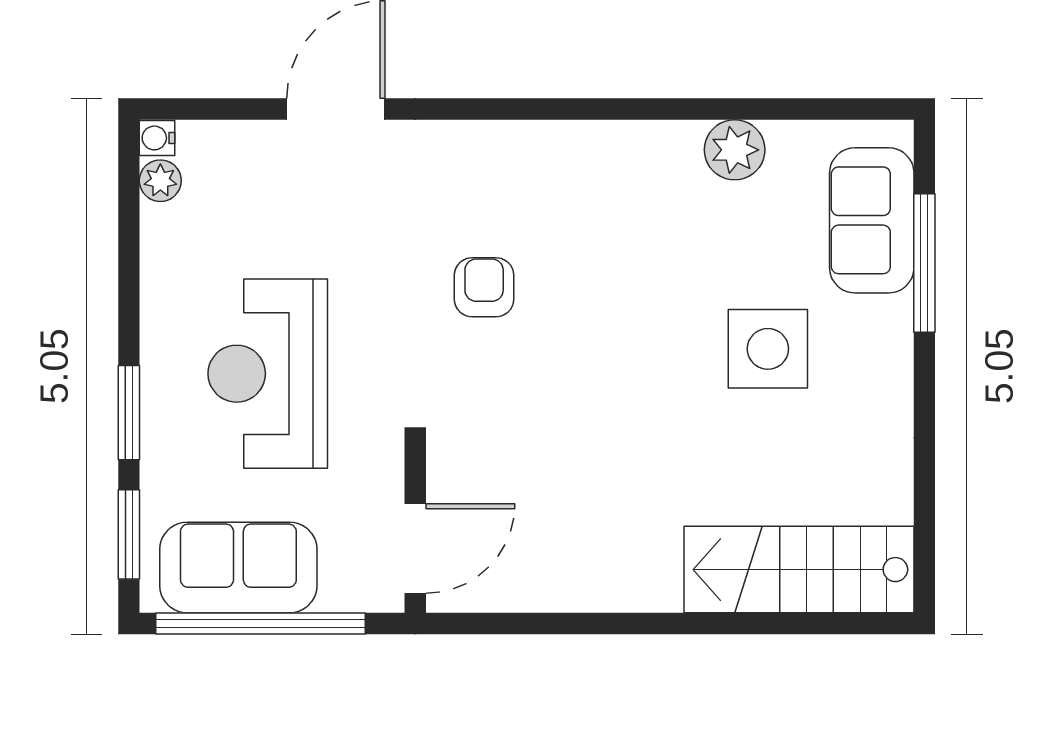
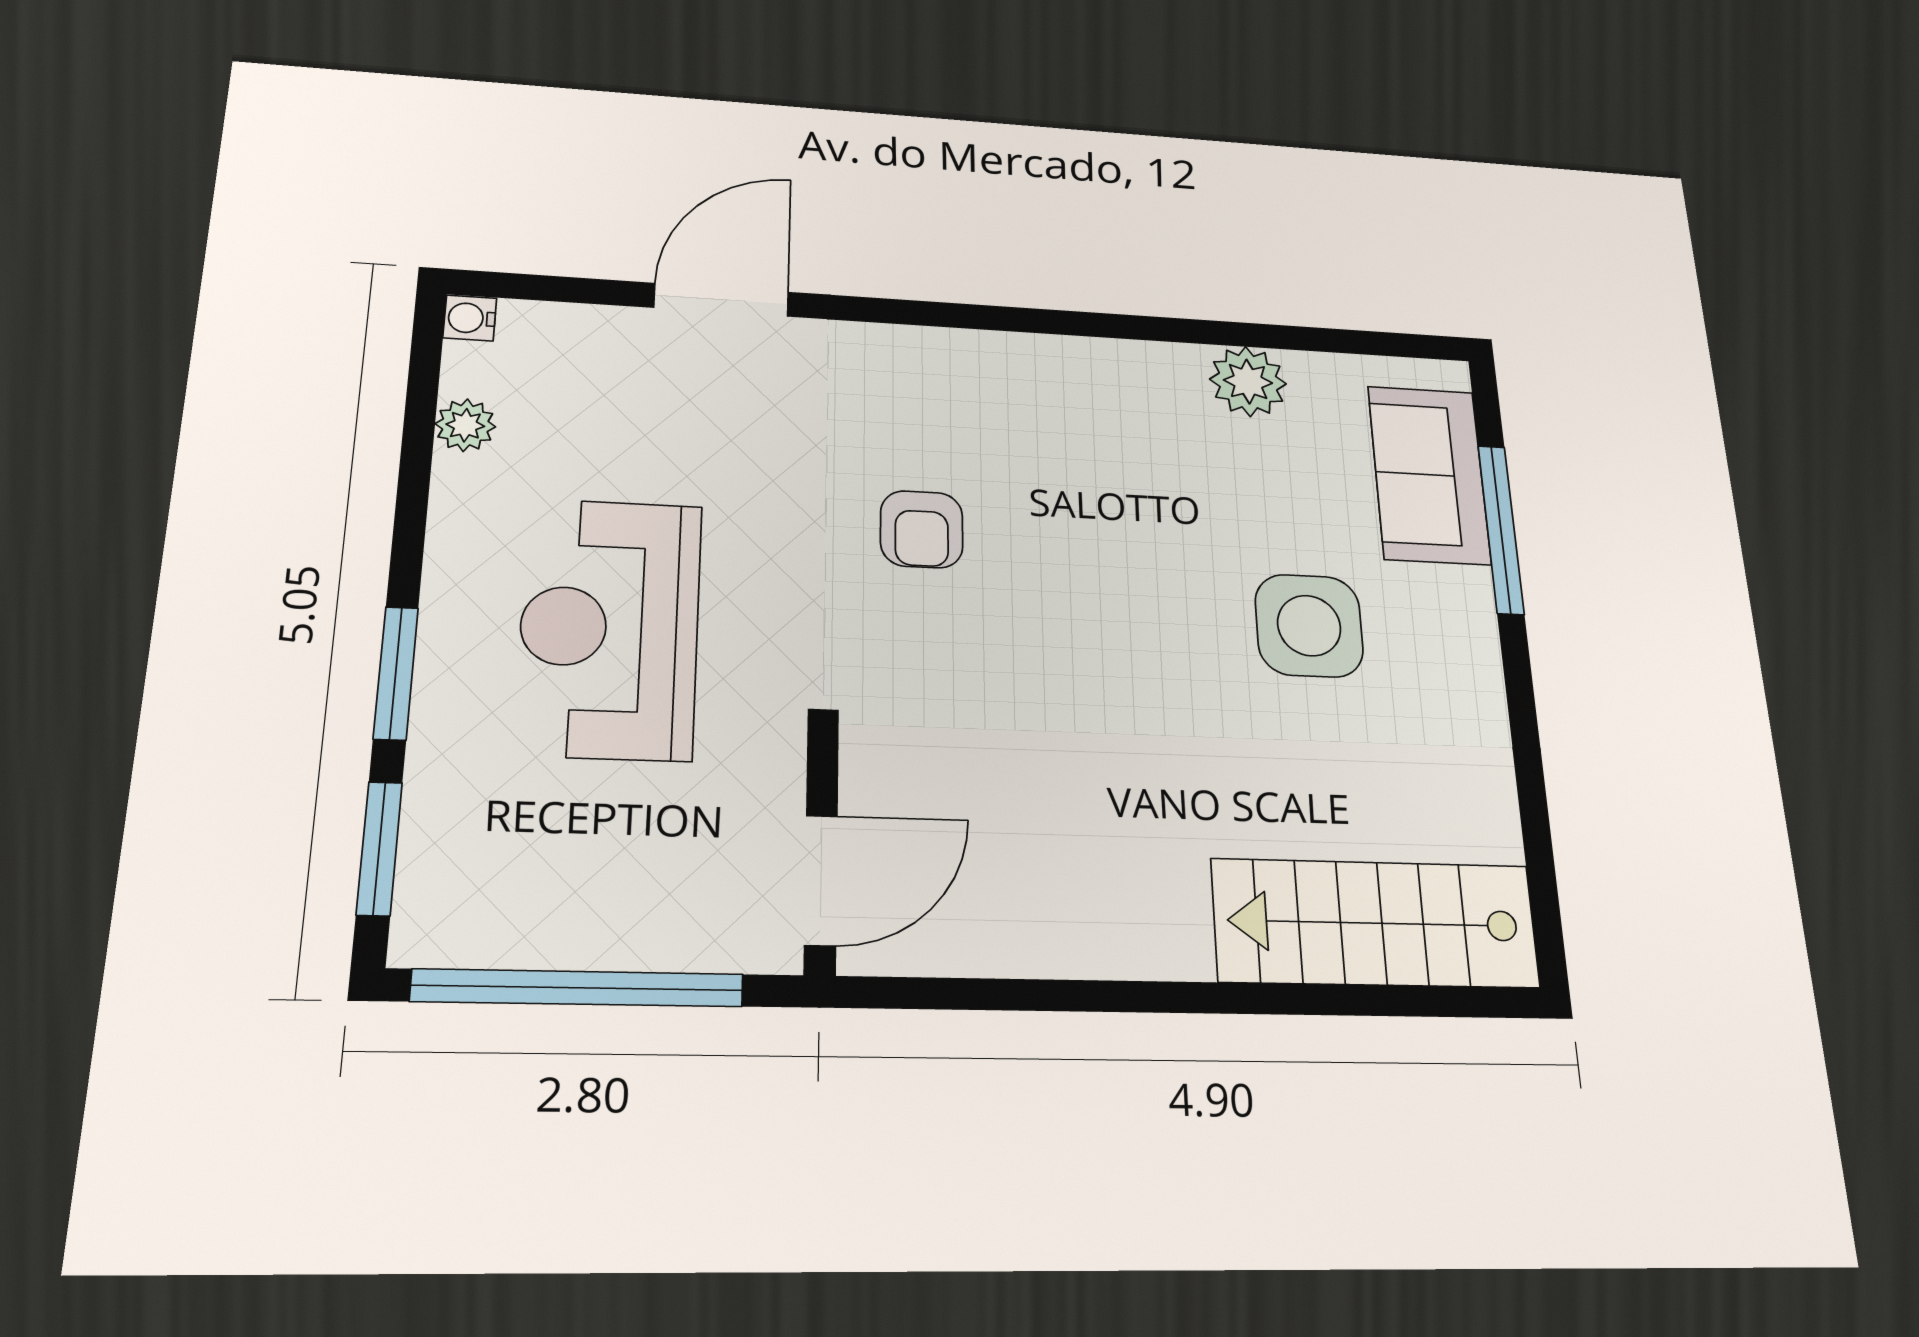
plant: (160, 181) -> (465, 425), moved
armchair: (484, 287) -> (922, 529), turned 180
sofa: (238, 567) -> (549, 902), removed

